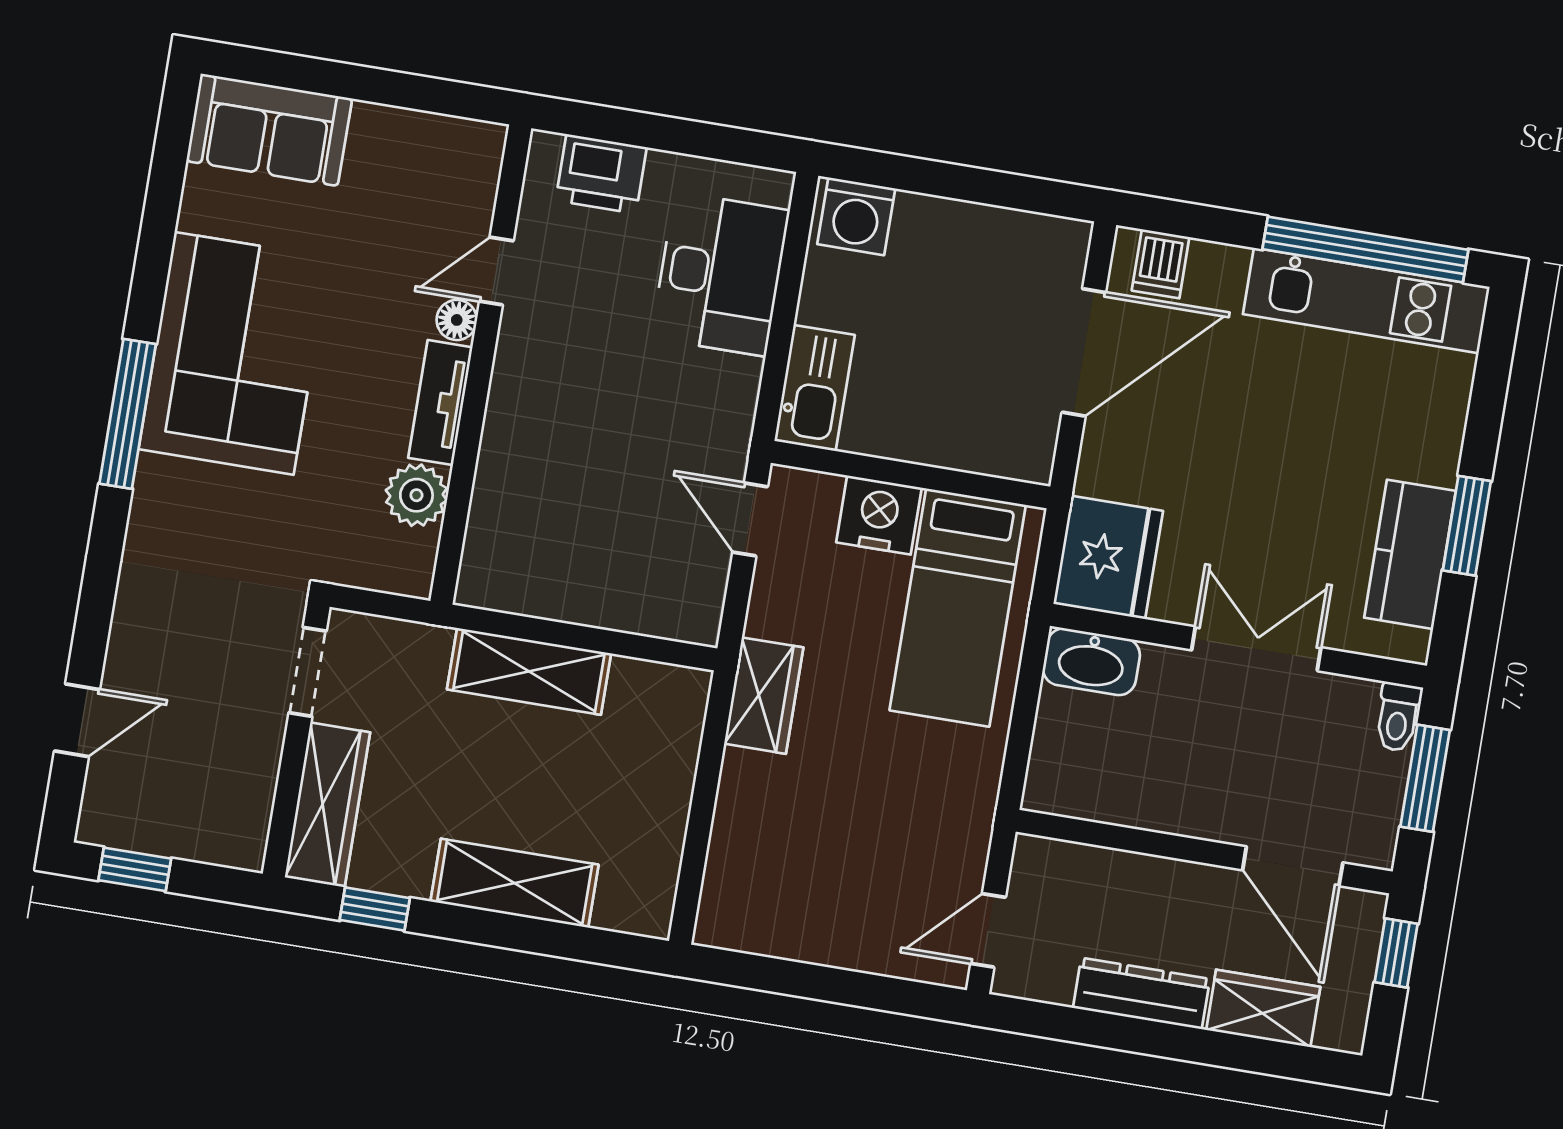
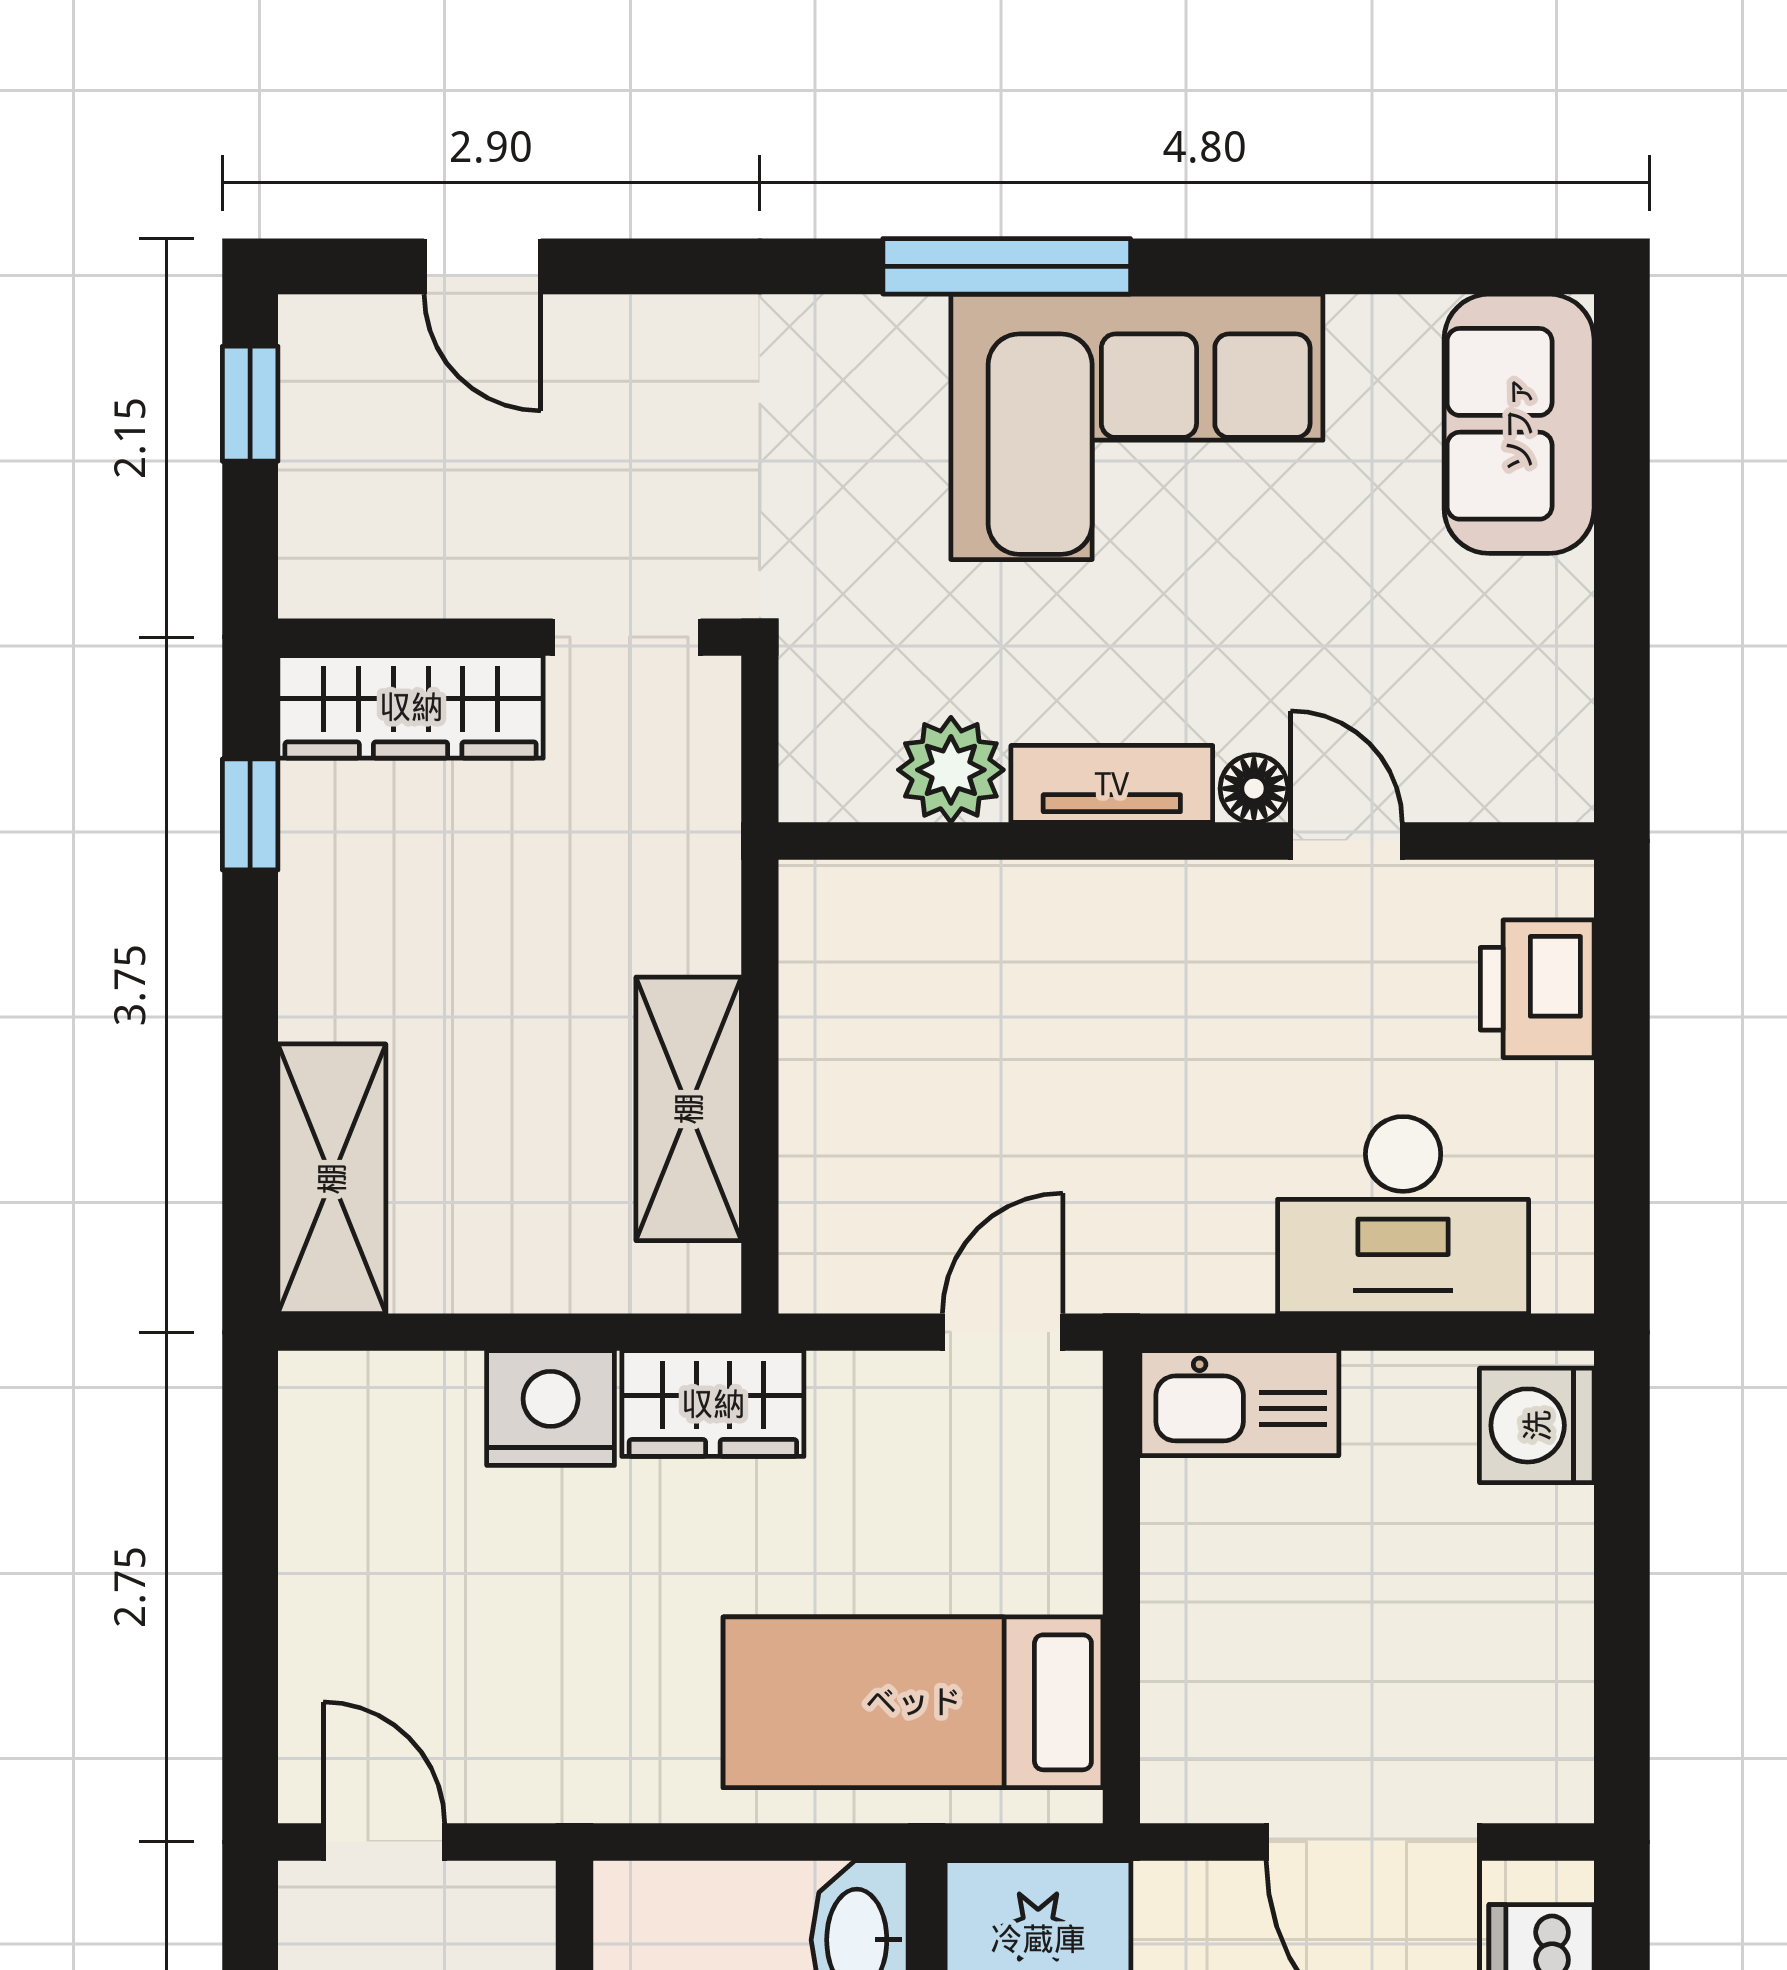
nightstand: (879, 515) -> (551, 1408), moved, turned -90
shelving: (529, 671) -> (689, 1109), moved
shelving: (515, 883) -> (332, 1179), moved

